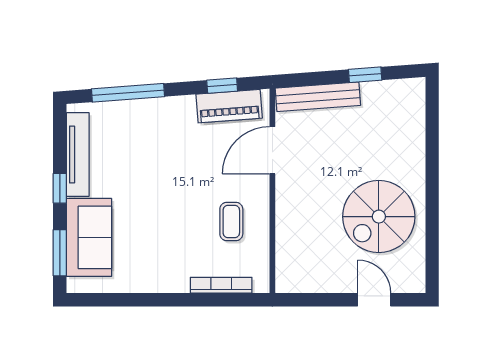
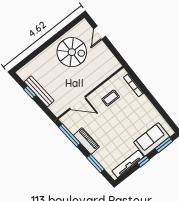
window: (222, 86) -> (70, 135), width x2.17
window: (128, 93) -> (96, 163), width x0.69
bench: (318, 97) -> (39, 91), moved
piano: (229, 106) -> (86, 141), moved

